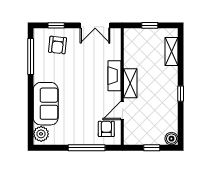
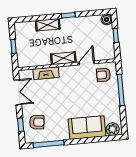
shelving: (172, 52) -> (48, 25), moved
fireplace: (114, 76) -> (46, 73), moved
door: (122, 110) -> (87, 63), swing flipped

